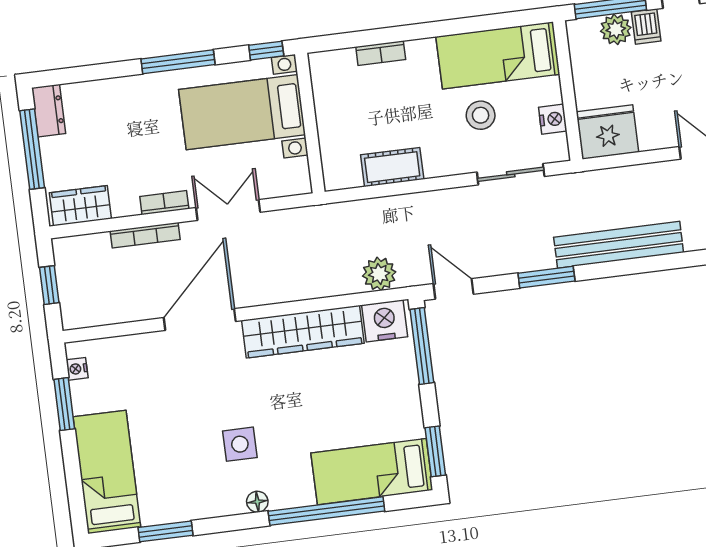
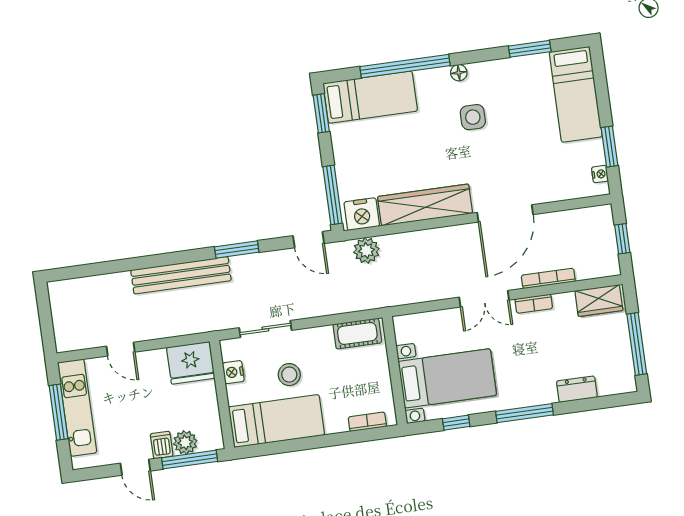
dresser: (49, 111) -> (577, 389), moved, turned 90
bed with nightstands: (242, 112) -> (447, 378), moved
wall: (310, 123) -> (395, 371), moved

